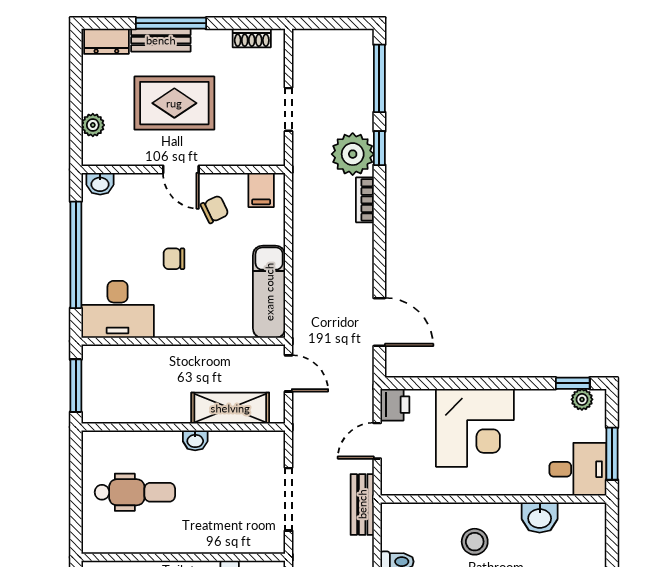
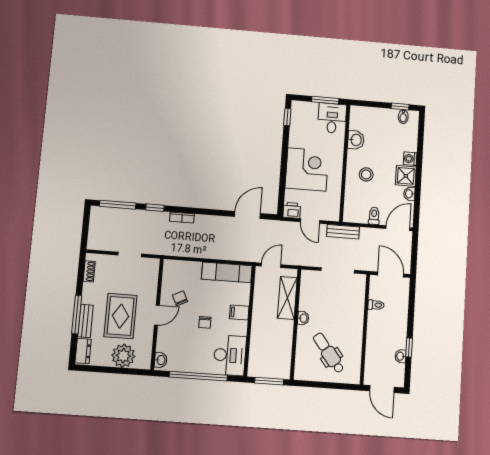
plant: (93, 125) -> (123, 356), width x1.88, depth x1.88
plant: (353, 154) -> (157, 222), removed
filing cabinet: (261, 190) -> (239, 313), moved, turned 180
plant: (582, 399) -> (296, 113), removed
dental chair: (135, 492) -> (329, 353), turned -38

